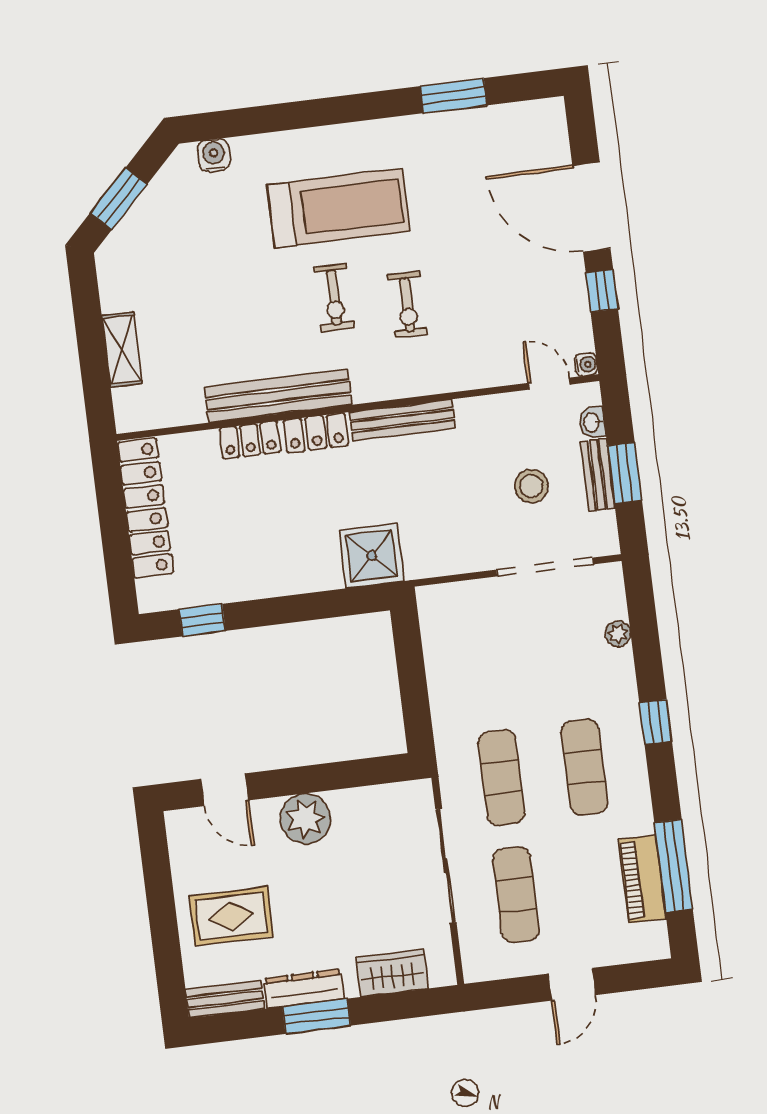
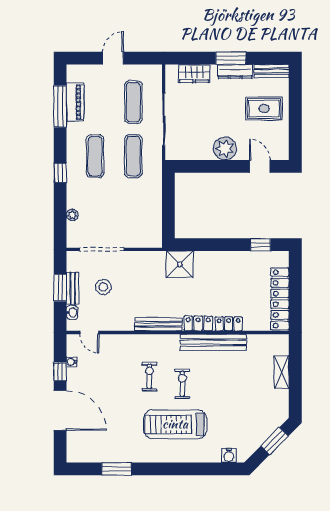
water cooler: (586, 364) -> (72, 362), moved

